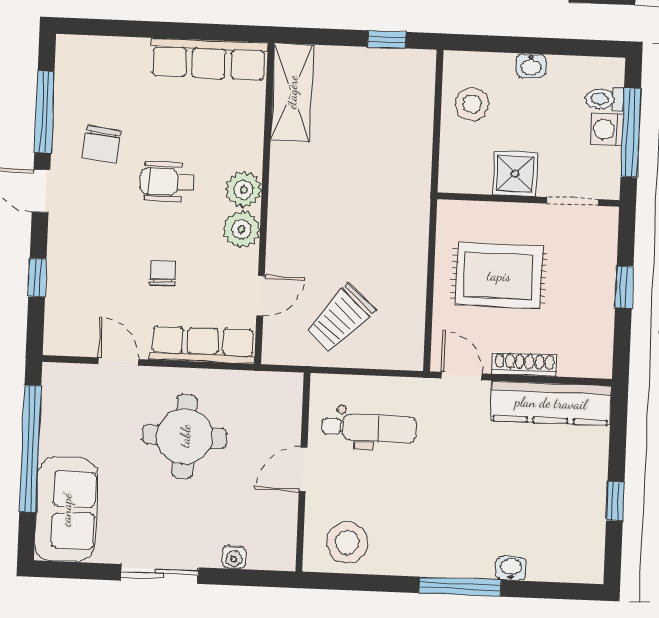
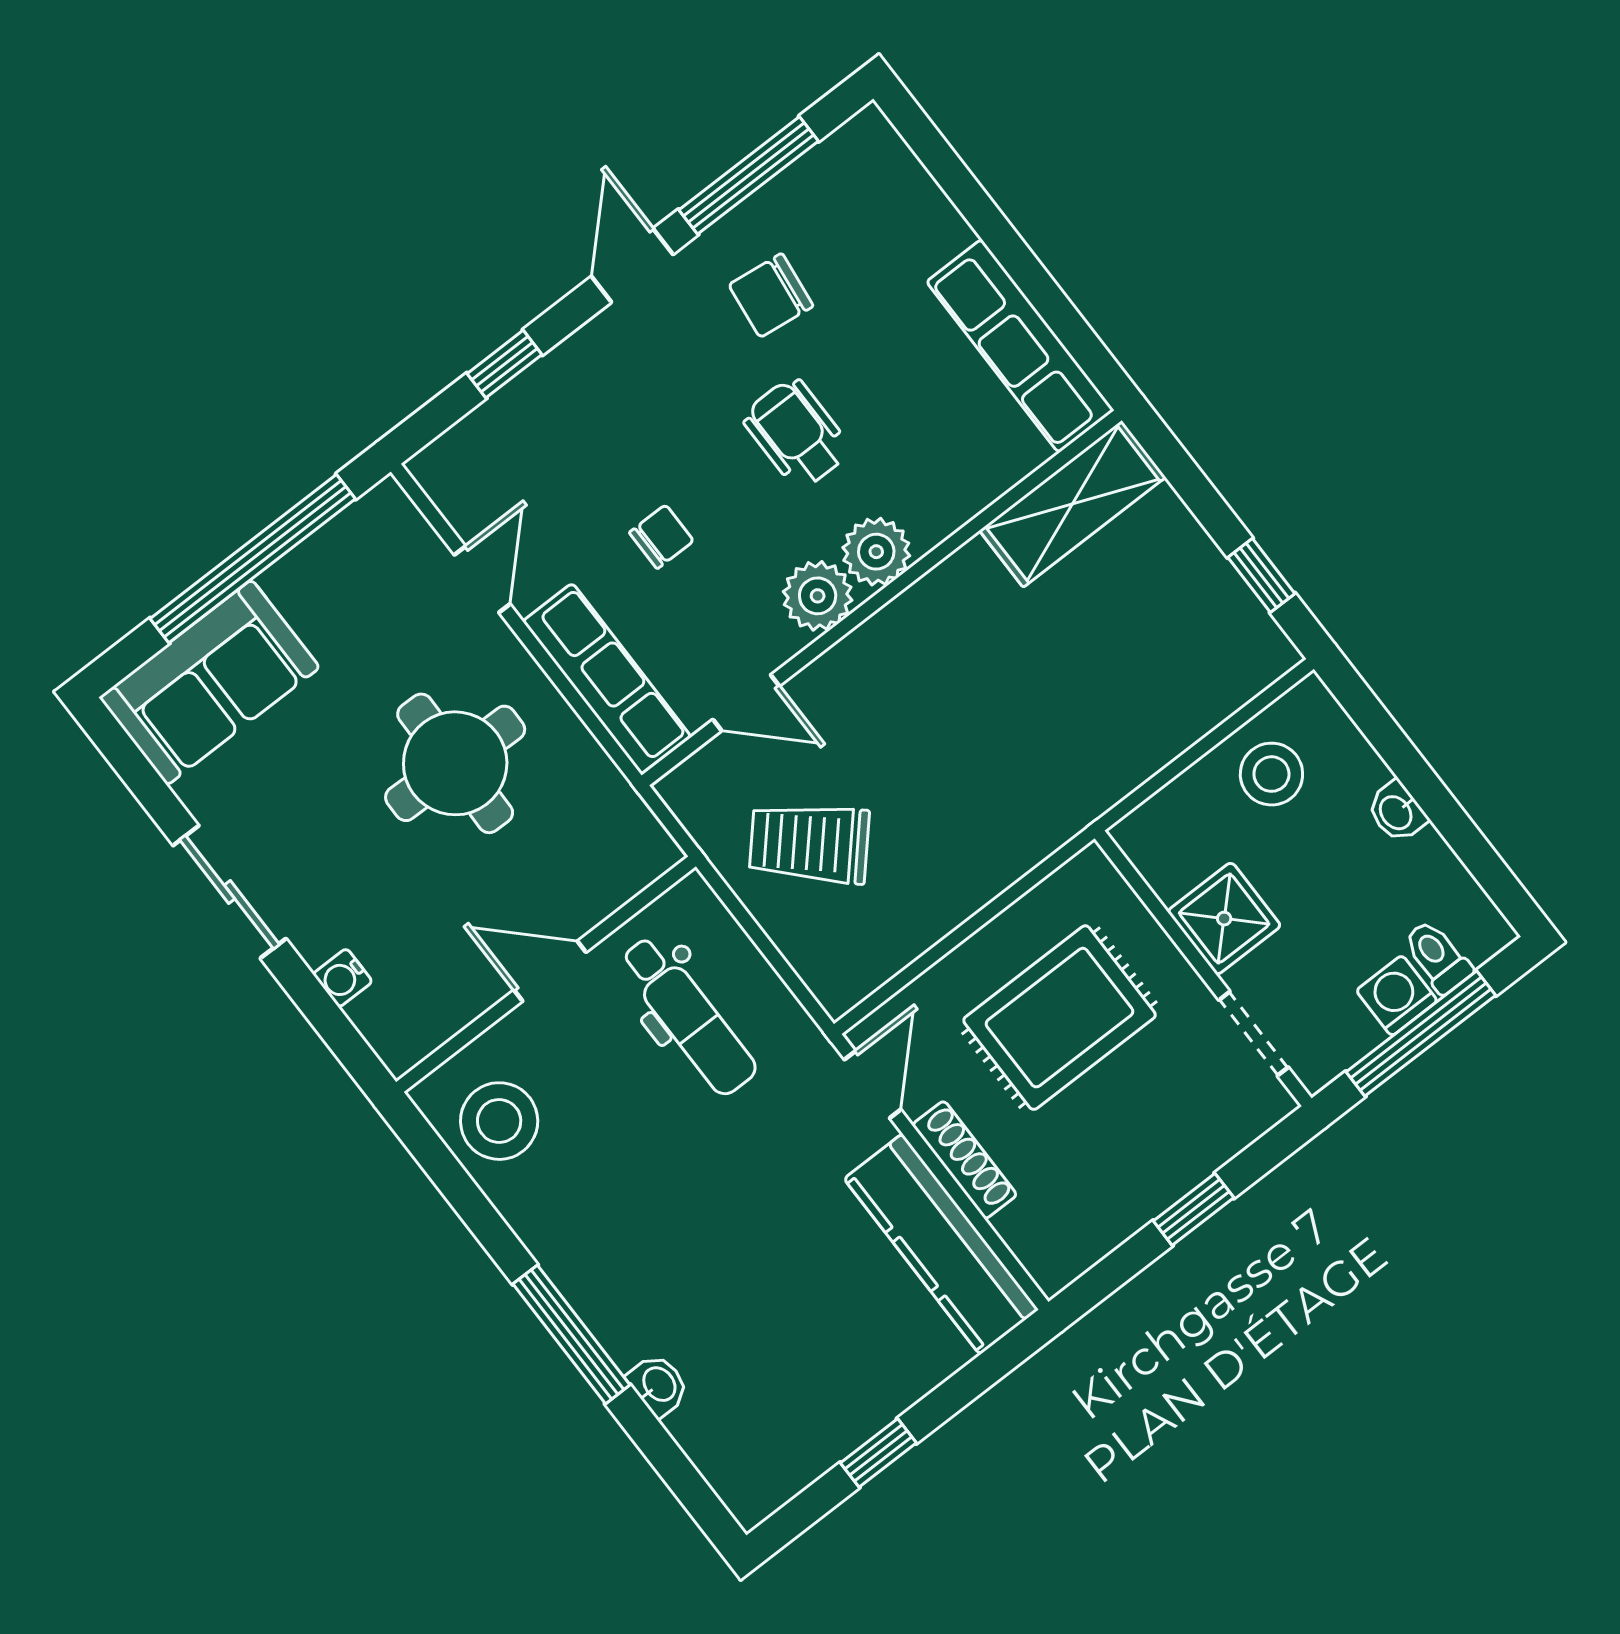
rug: (499, 276) -> (1060, 1018), turned 90

